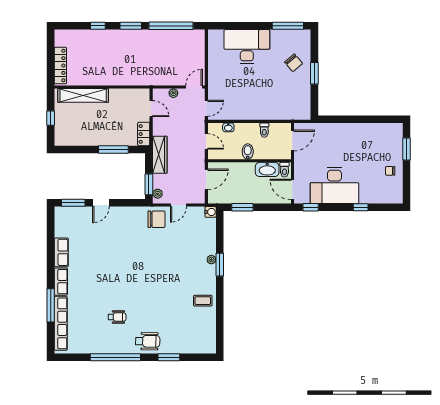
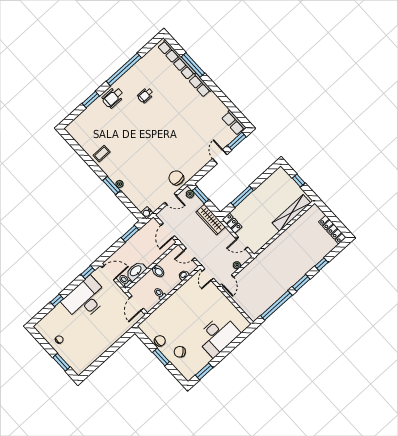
window: (288, 26) -> (204, 371), width x0.69
locker: (60, 66) -> (332, 229), moved
chair: (302, 89) -> (160, 341), added
door: (179, 205) -> (171, 199), swing flipped
chair: (156, 219) -> (176, 178), turned 90
row of seats: (61, 252) -> (234, 123), moved

